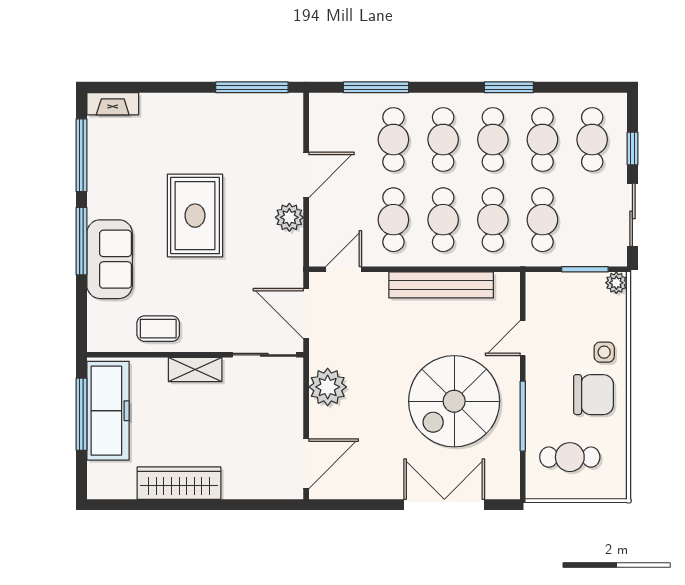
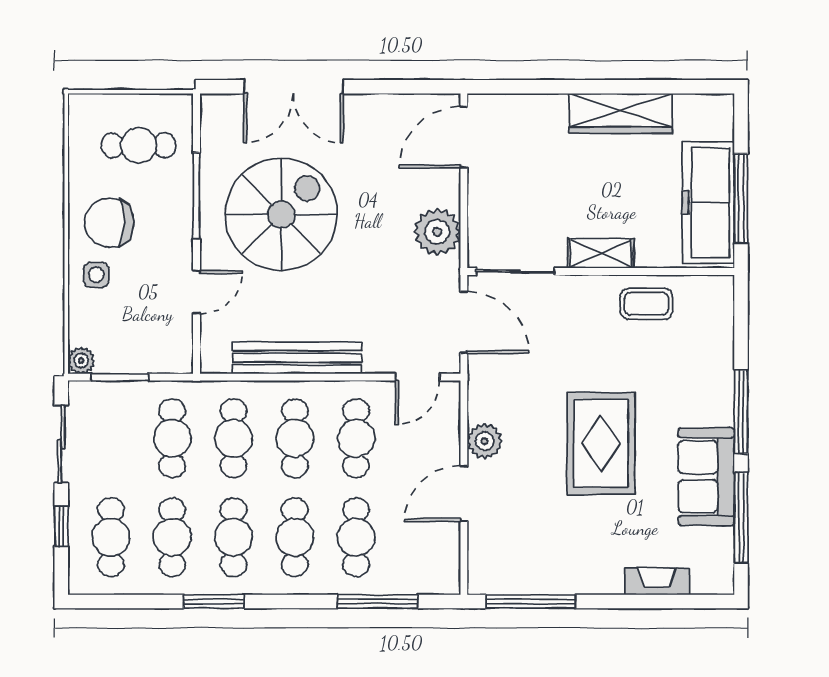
fireplace: (113, 104) -> (657, 581), moved
sofa: (110, 259) -> (706, 477), moved

